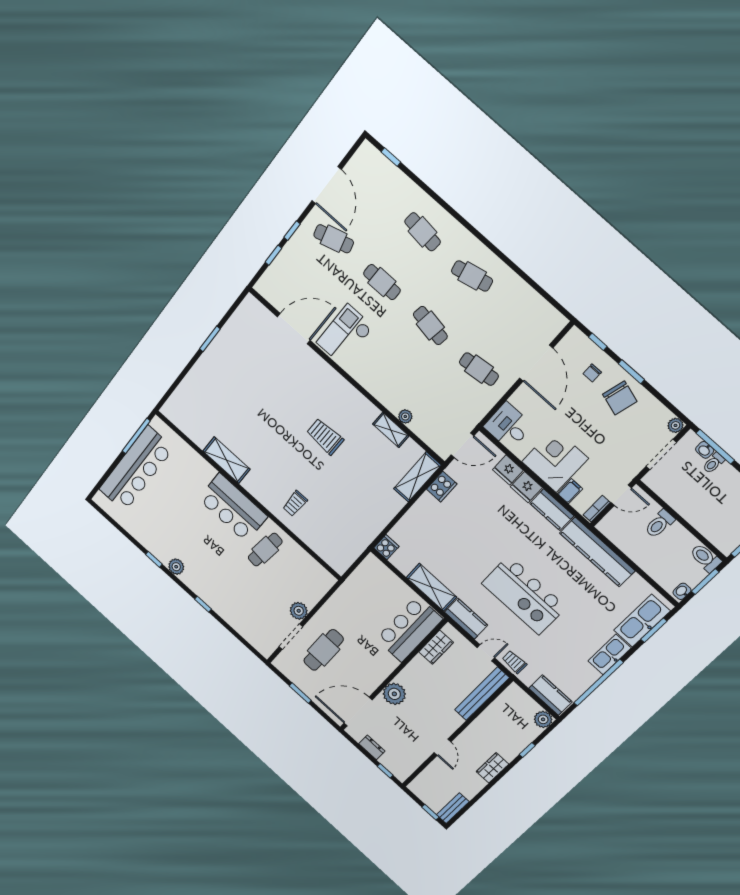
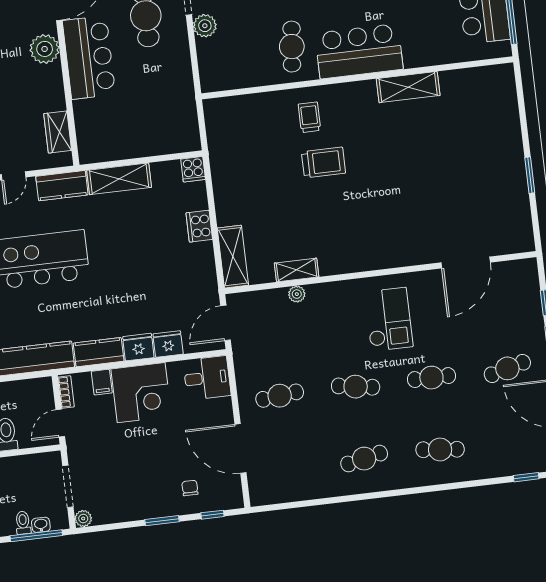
checkout: (345, 335) -> (389, 319), moved
chair: (620, 398) -> (148, 493), removed
trolley: (325, 437) -> (323, 163), moved
cooker: (442, 487) -> (199, 226), moved
bar counter: (409, 629) -> (89, 57), moved

